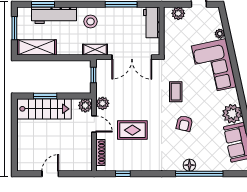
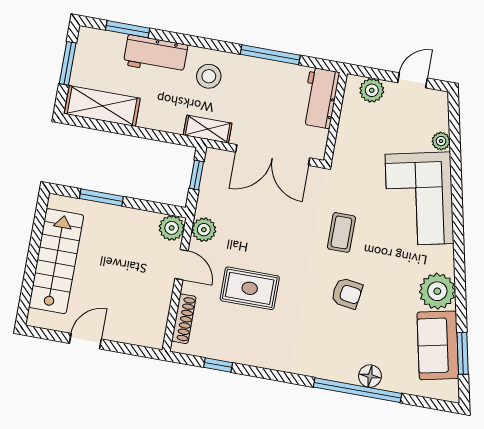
workbench: (54, 15) -> (155, 55), width x0.73
stairs: (44, 109) -> (56, 261), moved, turned -90
armchair: (184, 123) -> (347, 293), turned -95
floor lamp: (189, 165) -> (370, 376), moved

